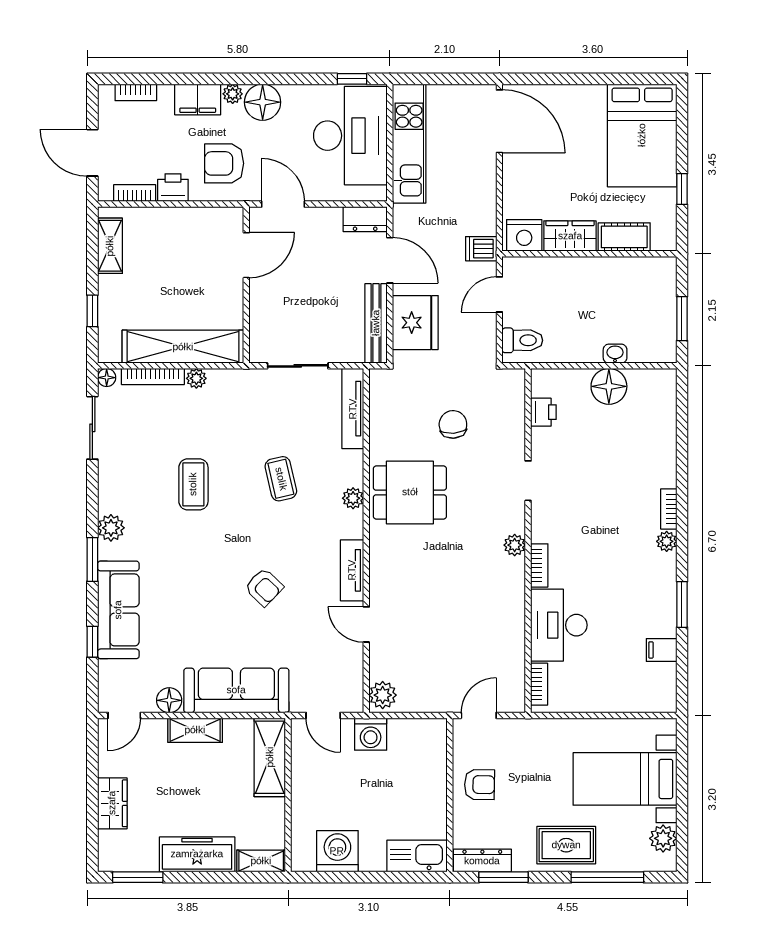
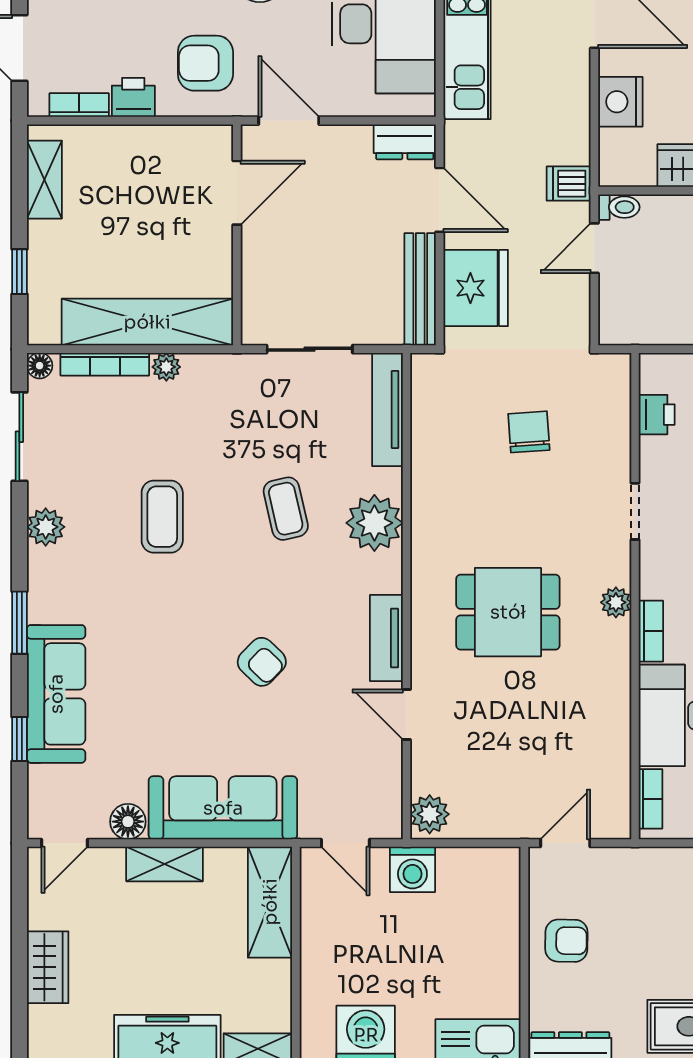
nightstand: (524, 235) -> (620, 102), moved, turned 90
toilet: (522, 340) -> (619, 207), moved, width x0.73, depth x0.72
dining table: (410, 492) -> (508, 612), moved
plant: (353, 498) -> (374, 523), width x1.88, depth x1.88
plant: (111, 528) -> (46, 527), moved

